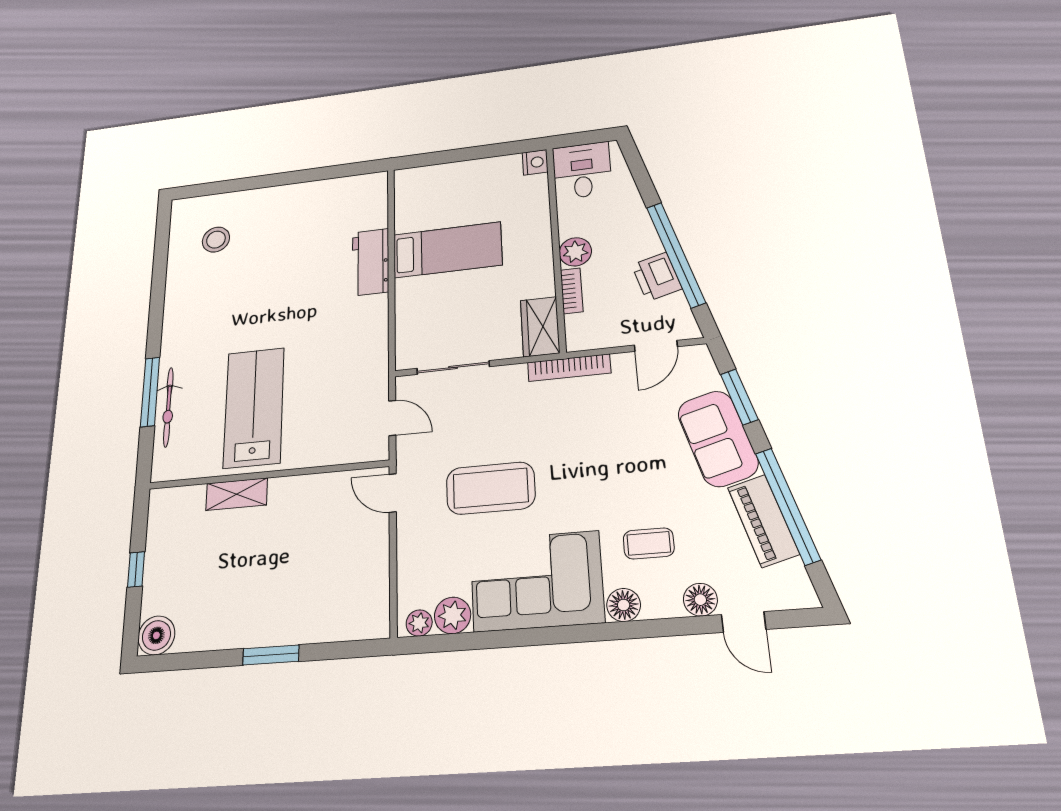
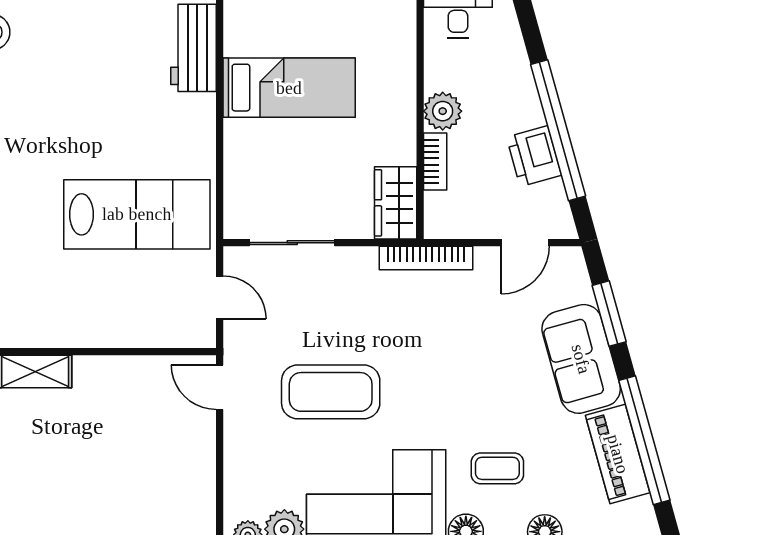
workbench: (371, 262) -> (193, 48), moved
lab bench: (254, 407) -> (137, 214), moved, turned 90

